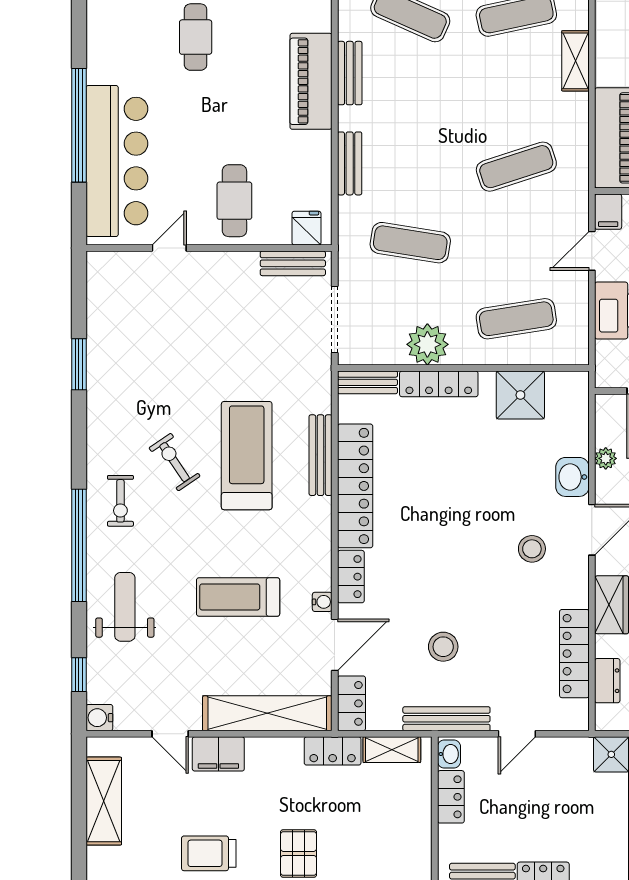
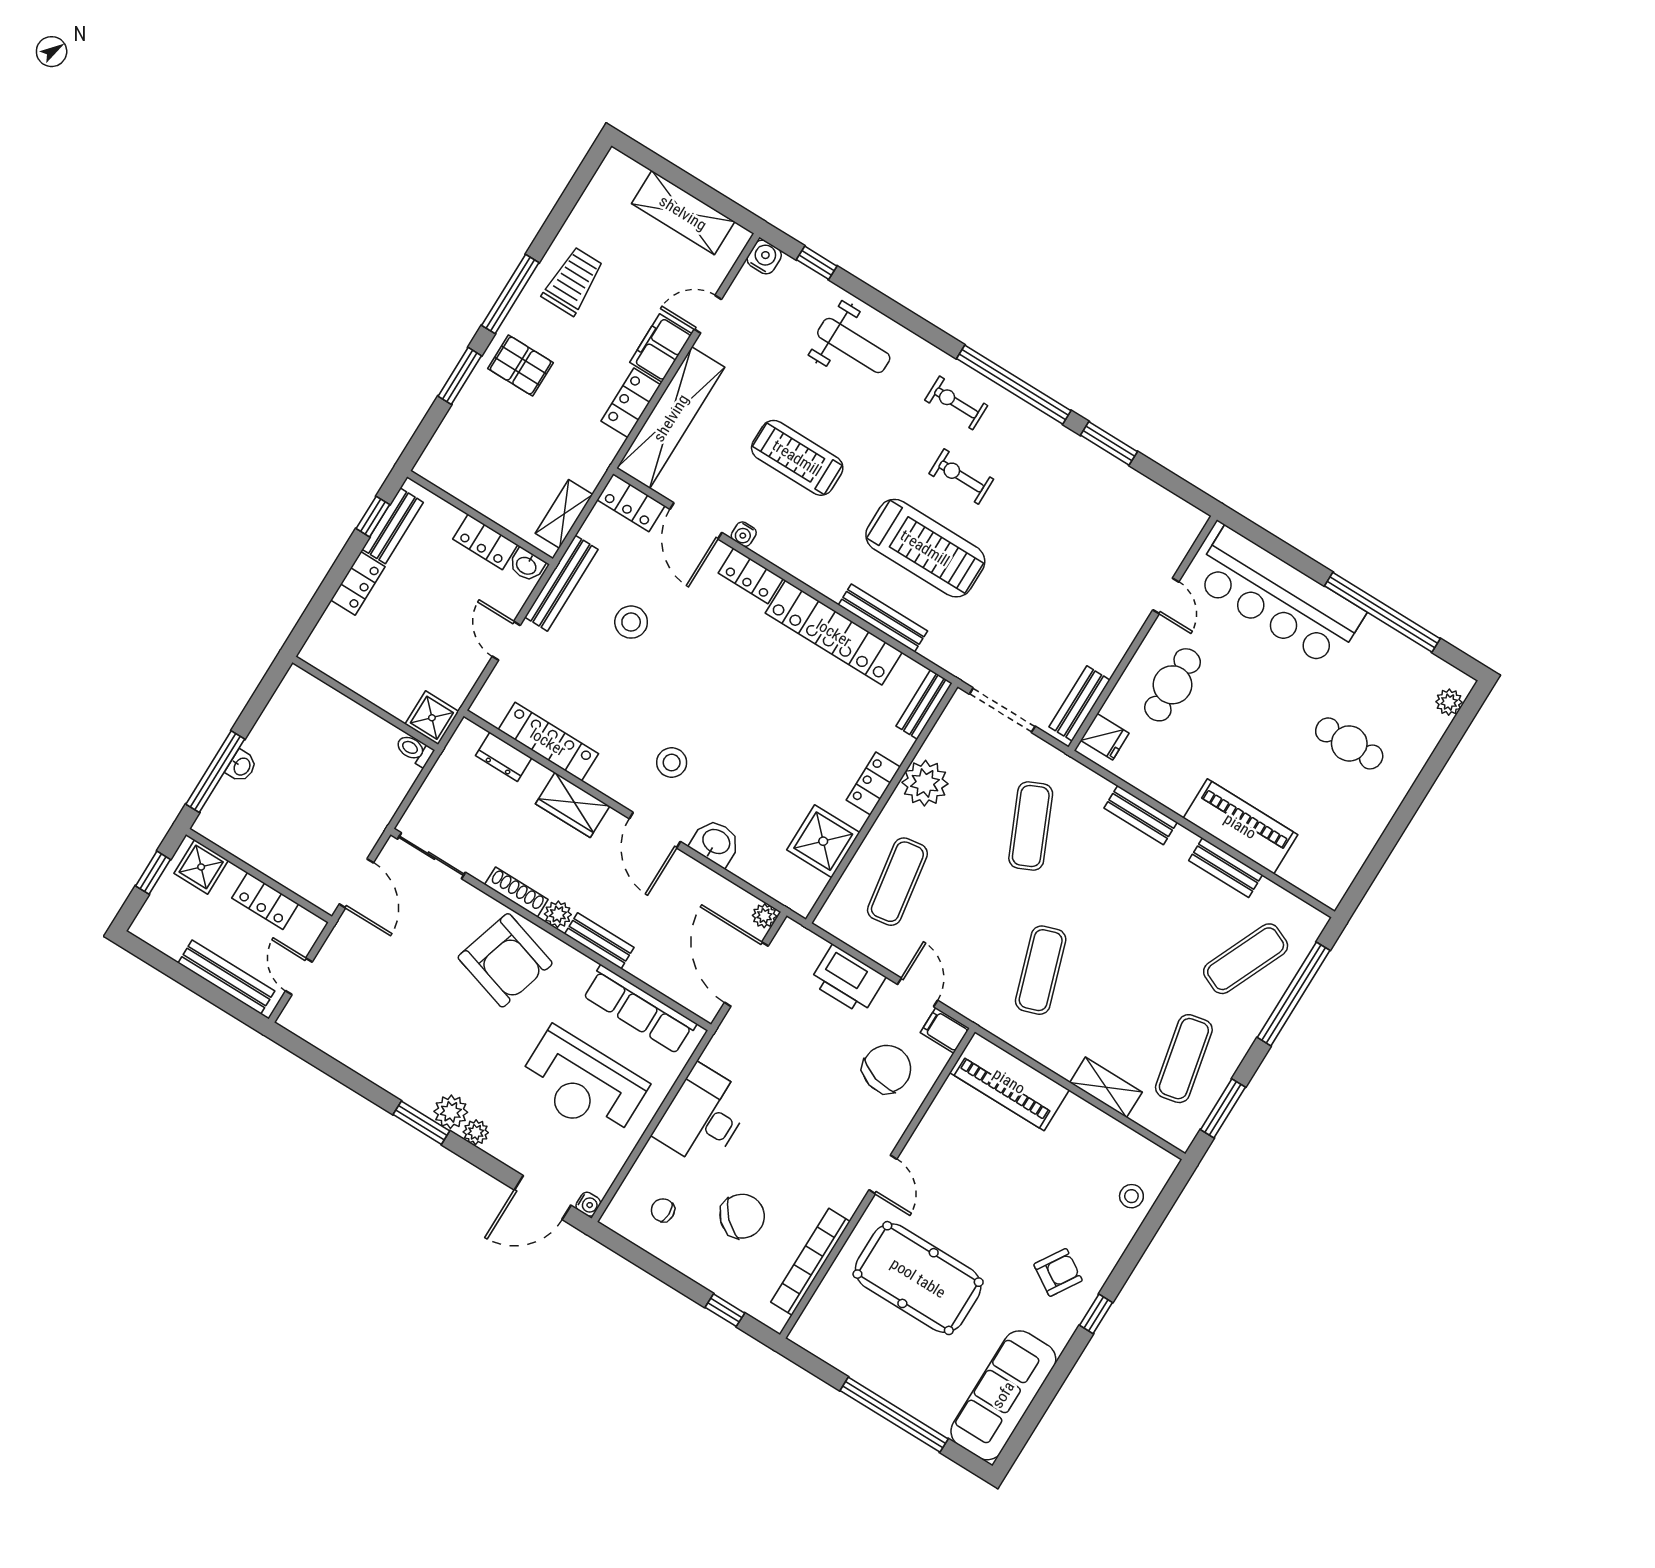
window: (79, 125) -> (1382, 612), moved
cafe table: (234, 201) -> (1172, 685), turned 90
exercise mat: (410, 243) -> (1031, 826), turned -33
locker: (439, 384) -> (873, 783), width x0.66
plant: (606, 458) -> (764, 916), moved
exercise bike: (175, 462) -> (961, 476), turned -146
window: (79, 545) -> (1014, 385), moved
treadmill: (238, 597) -> (797, 458), turned -90
locker: (333, 751) -> (631, 403), moved

